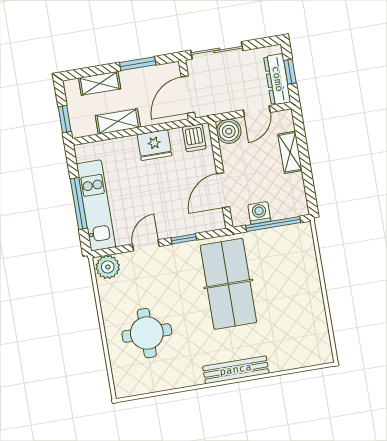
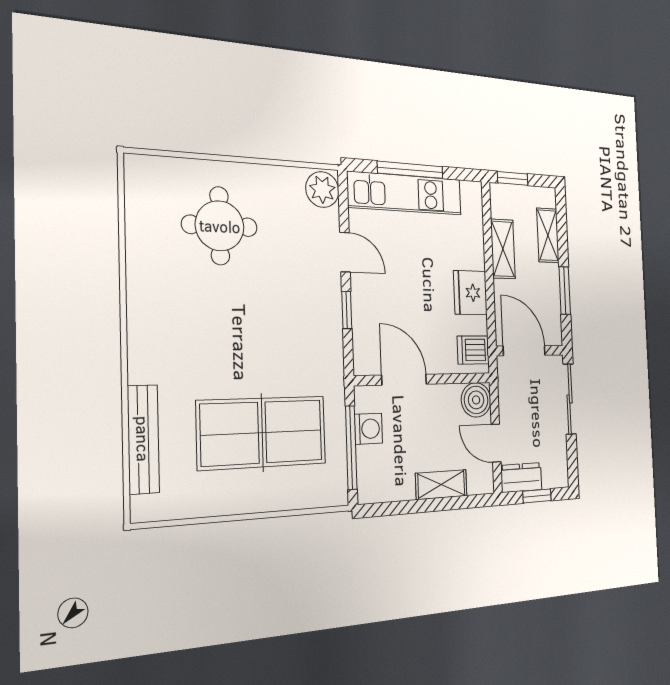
dresser: (277, 79) -> (521, 477), width x0.70
table tennis table: (228, 284) -> (262, 433), moved
bench: (236, 370) -> (143, 439), moved

